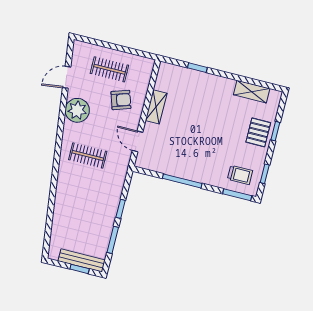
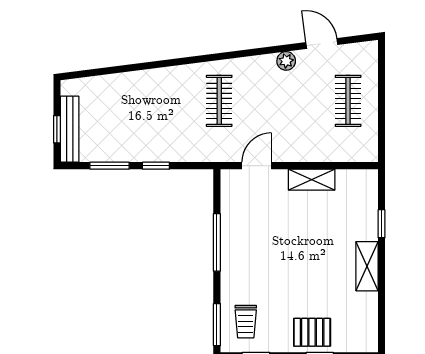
shelving: (252, 92) -> (367, 266), moved
armchair: (121, 100) -> (309, 128), removed
plant: (77, 110) -> (286, 61), width x0.53, depth x0.53

